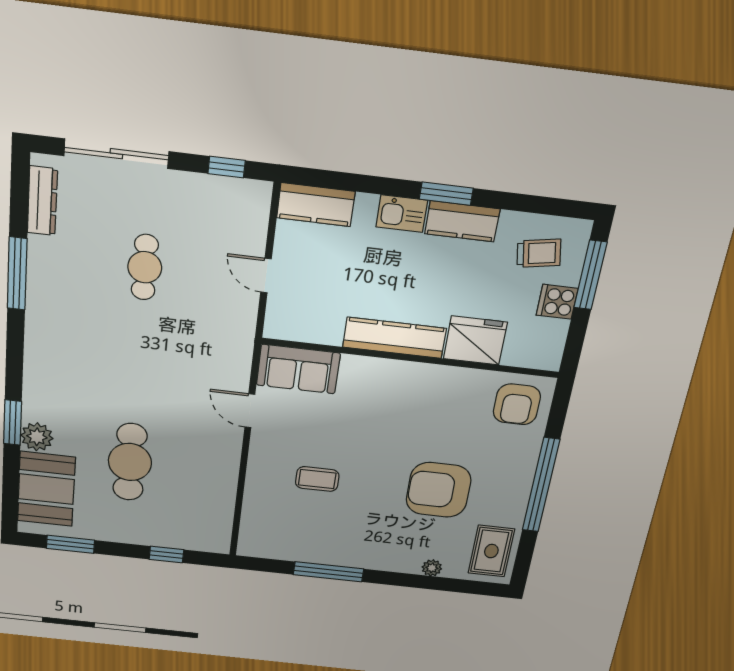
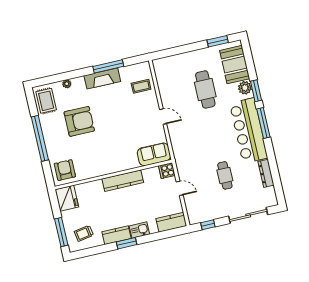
dresser: (42, 201) -> (266, 173), moved
window: (17, 274) -> (263, 123), moved
cooker: (557, 302) -> (167, 171), moved, turned 180
fridge: (475, 340) -> (67, 198), moved, turned -90
bar counter: (56, 346) -> (249, 131), added
door: (250, 411) -> (163, 117), moved
coffee table: (317, 479) -> (141, 86), moved
window: (166, 554) -> (177, 51), removed
fireplace: (351, 554) -> (102, 78), added

